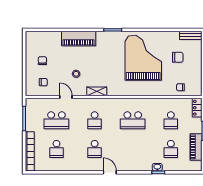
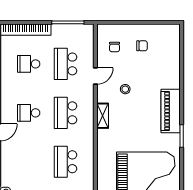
piano: (79, 38) -> (171, 111), moved
school desk: (95, 120) -> (65, 113), width x1.85

